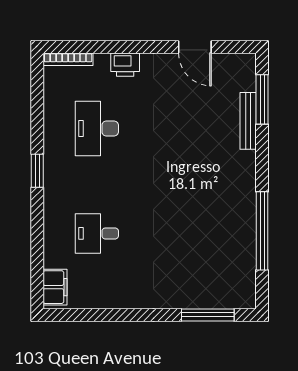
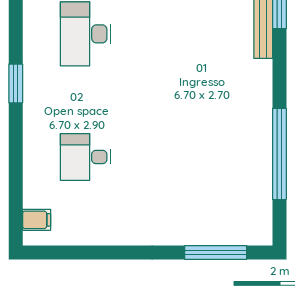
filing cabinet: (55, 287) -> (37, 220), width x0.50

